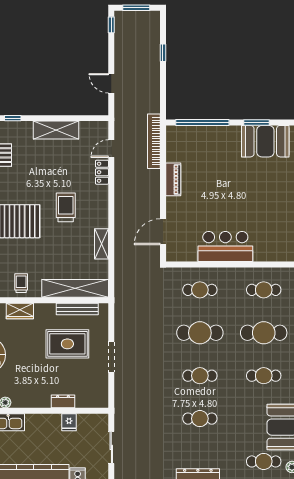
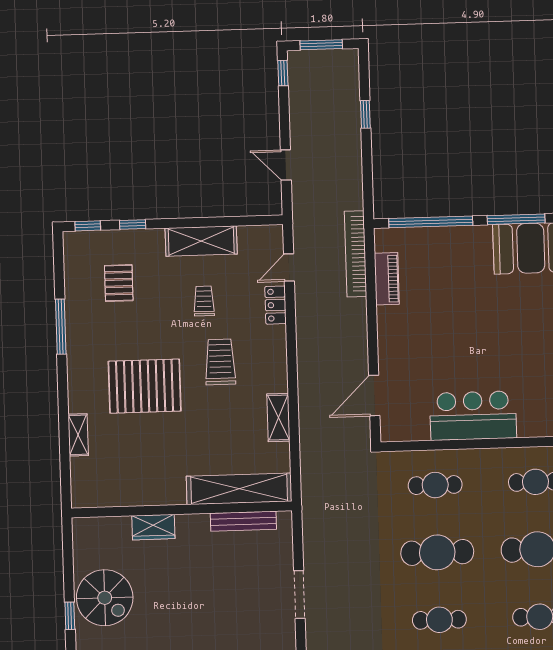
window: (257, 122) -> (516, 219), width x1.44
piano: (173, 179) -> (387, 279), moved
trolley: (21, 283) -> (204, 301), moved
rug: (67, 344) -> (230, 576), removed

